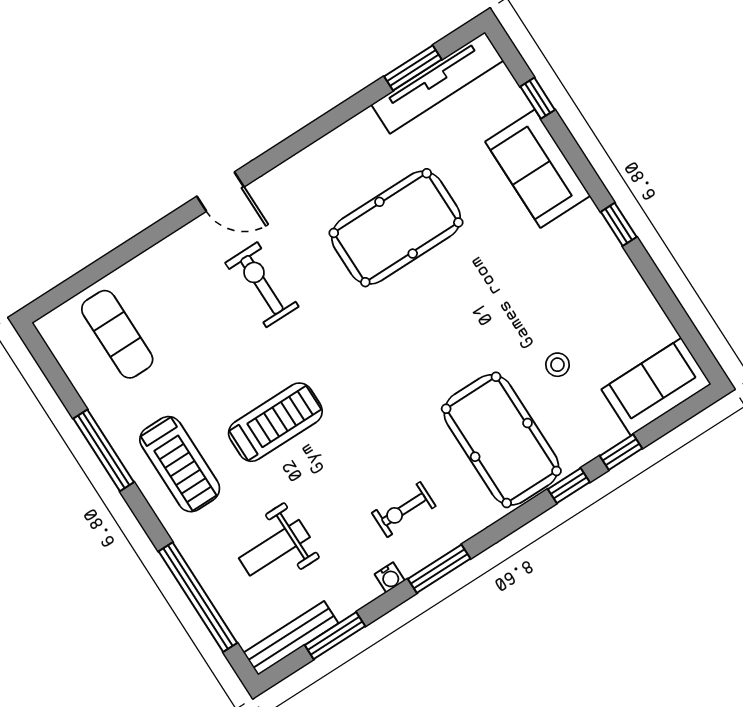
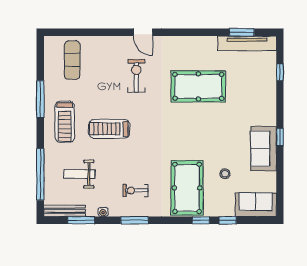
sofa: (538, 169) -> (263, 149), moved
treadmill: (275, 422) -> (109, 129), turned 180
water cooler: (390, 577) -> (103, 212), moved

